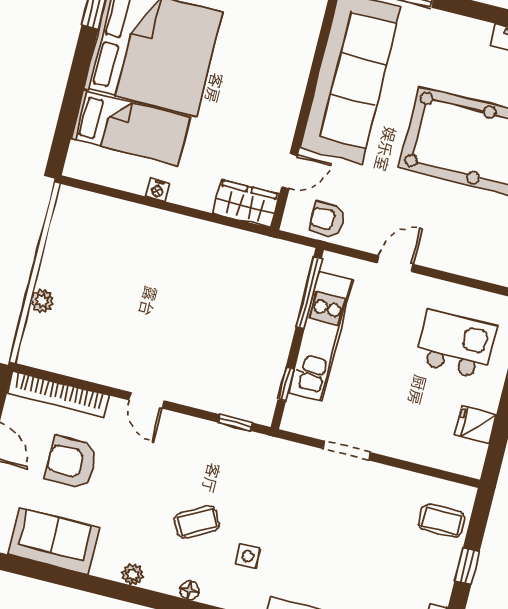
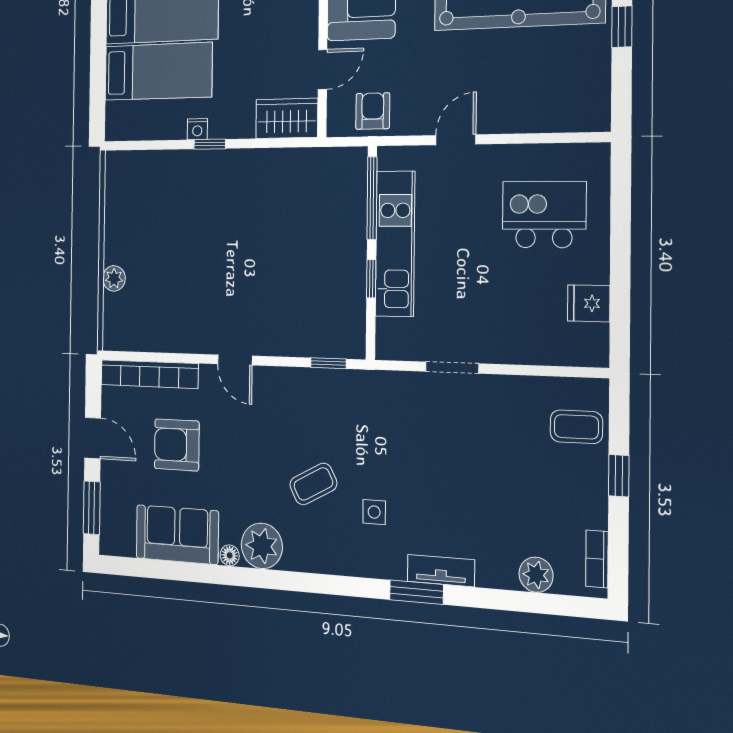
window: (167, 206) -> (210, 144), added
armchair: (327, 219) -> (373, 111), turned 90
window: (286, 384) -> (371, 279), moved
plant: (133, 575) -> (262, 546), width x1.87, depth x1.87
floor lamp: (189, 590) -> (230, 555), moved

